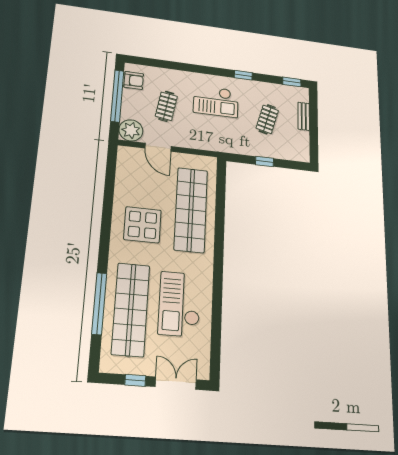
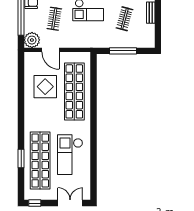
window: (264, 161) -> (123, 51), width x2.17
display table: (142, 225) -> (45, 87), moved
window: (99, 303) -> (21, 158), width x0.47
window: (135, 380) -> (35, 203), moved

